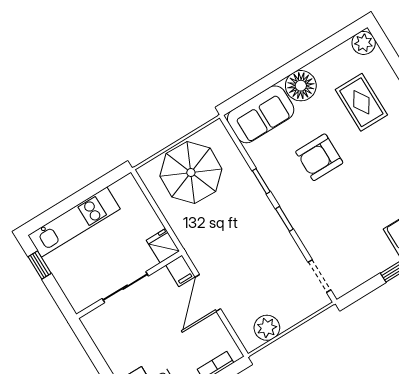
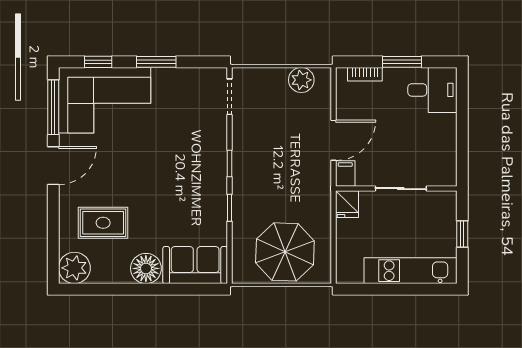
plant: (364, 43) -> (74, 268), width x1.36, depth x1.36
rug: (361, 102) -> (103, 223), turned 90
armchair: (319, 157) -> (168, 198), removed
window: (40, 265) -> (462, 234), moved

